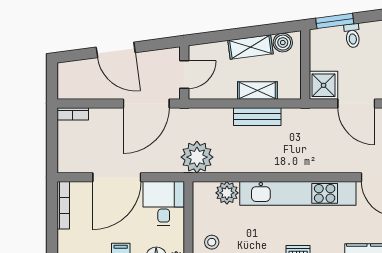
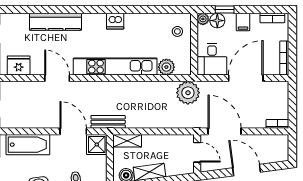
door: (184, 75) -> (197, 152), swing flipped
shelving: (257, 90) -> (127, 141), moved
door: (146, 103) -> (225, 131), hinge flipped
bench: (257, 117) -> (108, 122), moved

